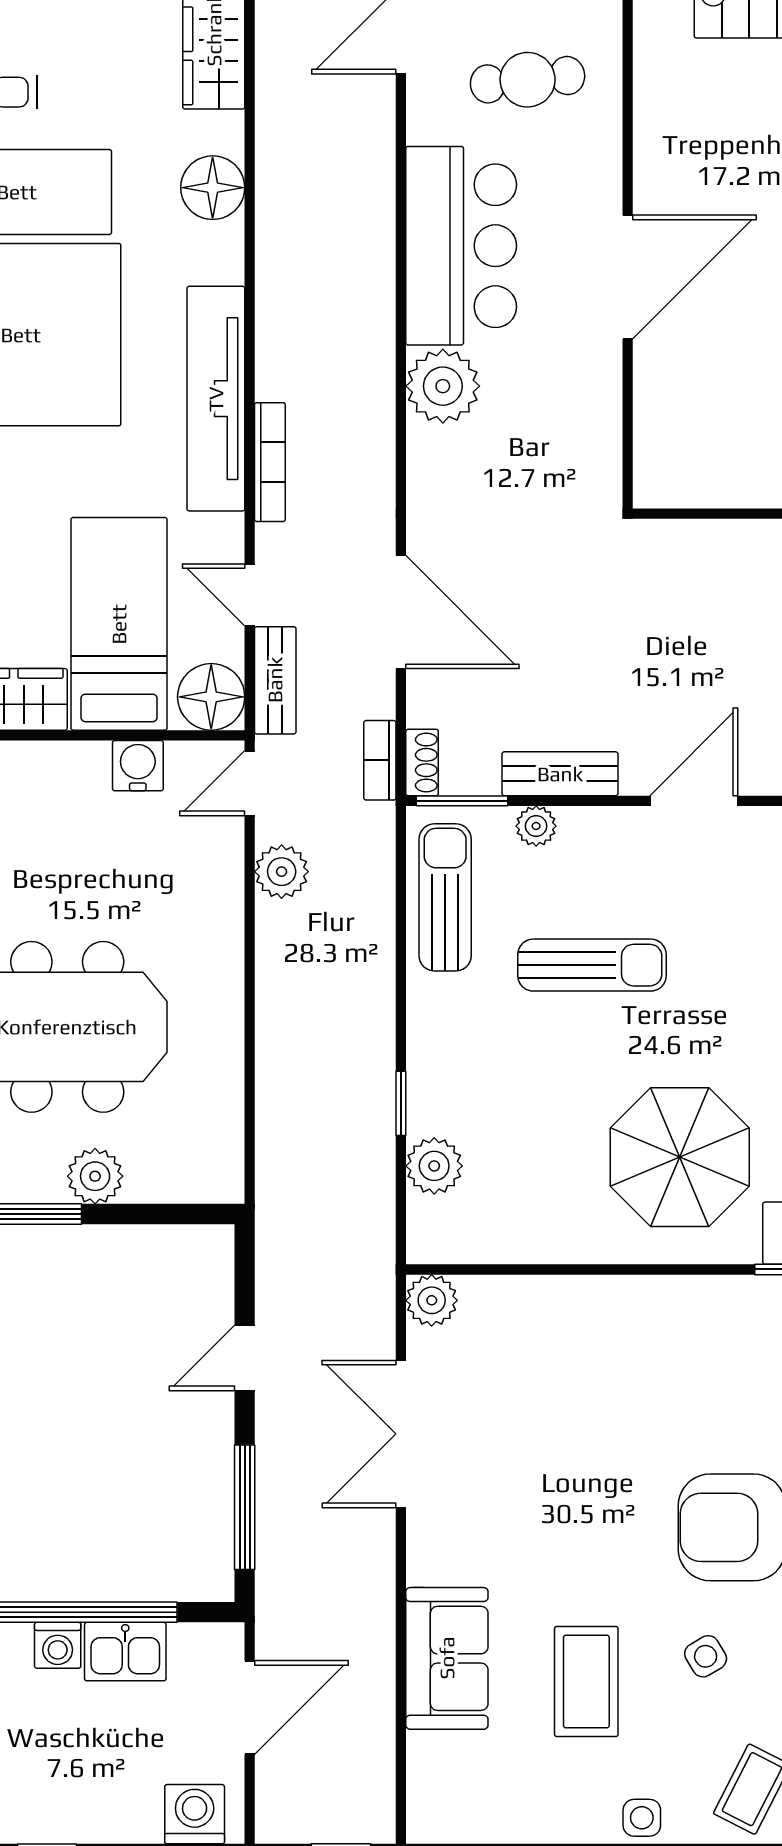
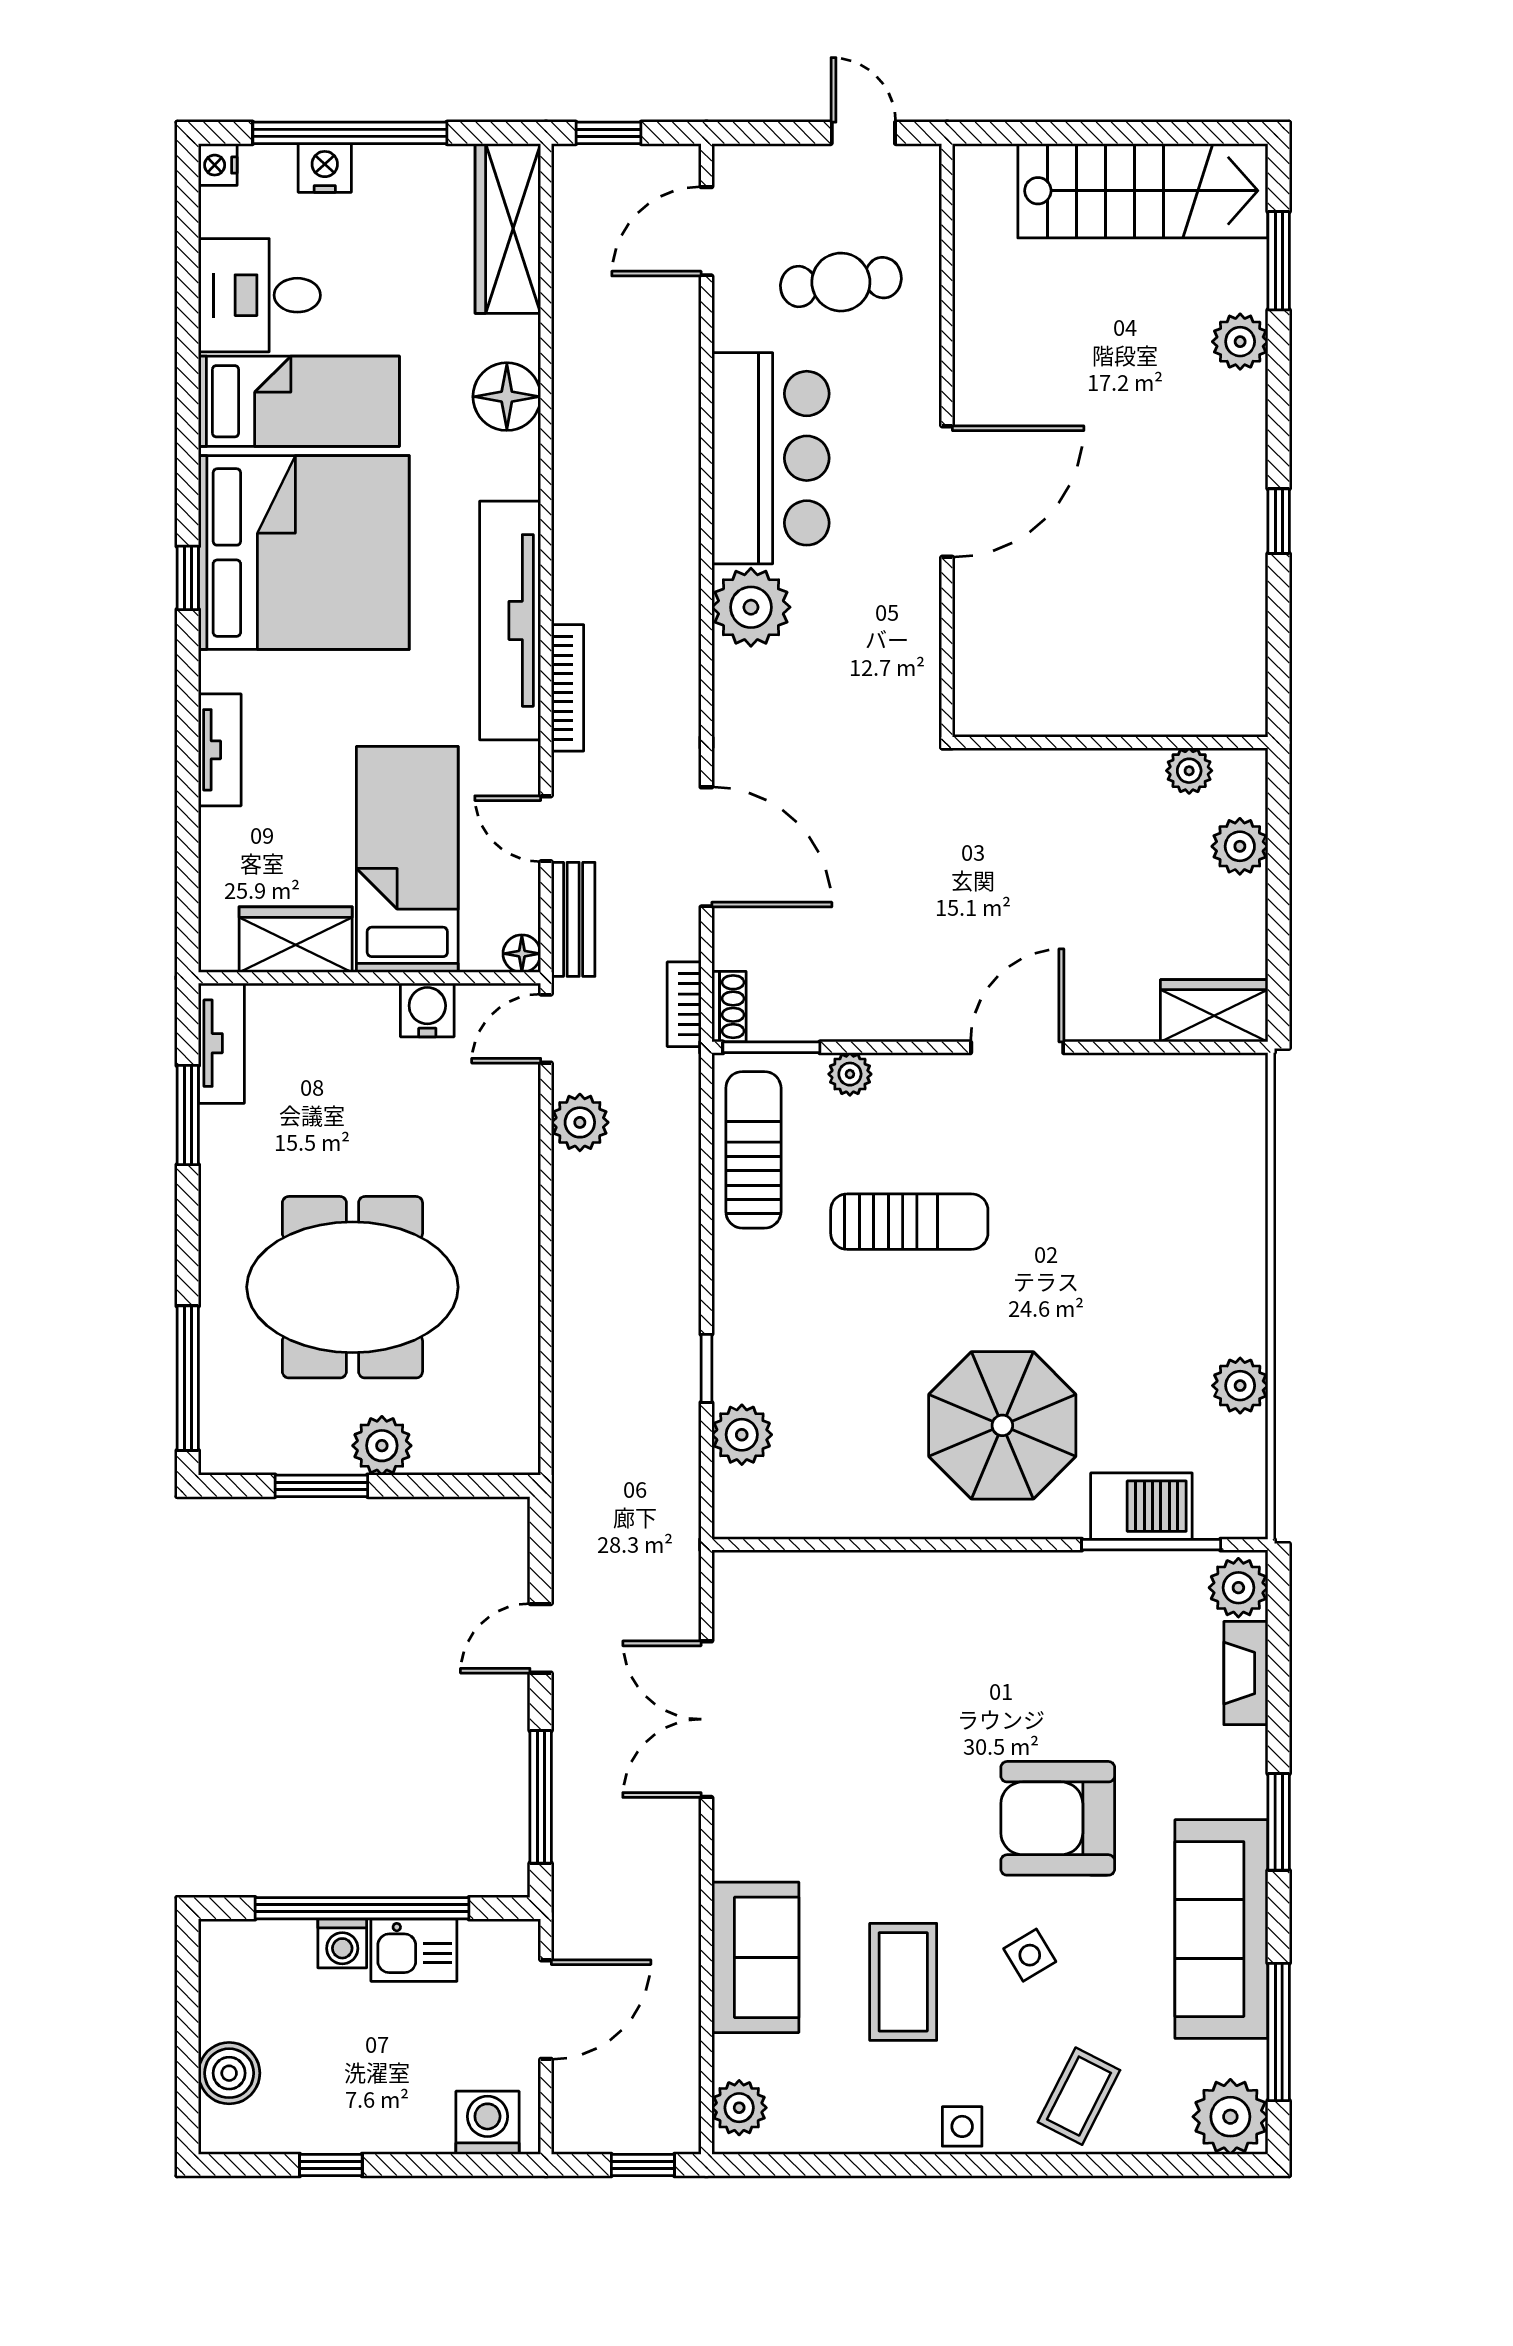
floor lamp: (211, 697) -> (522, 954), width x0.53, depth x0.53
bench: (560, 774) -> (875, 1019), removed
plant: (432, 1300) -> (739, 2108), moved

